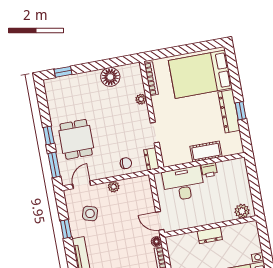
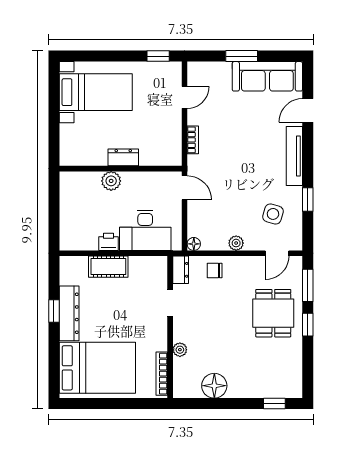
plant: (242, 211) -> (111, 181), moved
floor lamp: (156, 242) -> (194, 244), moved

